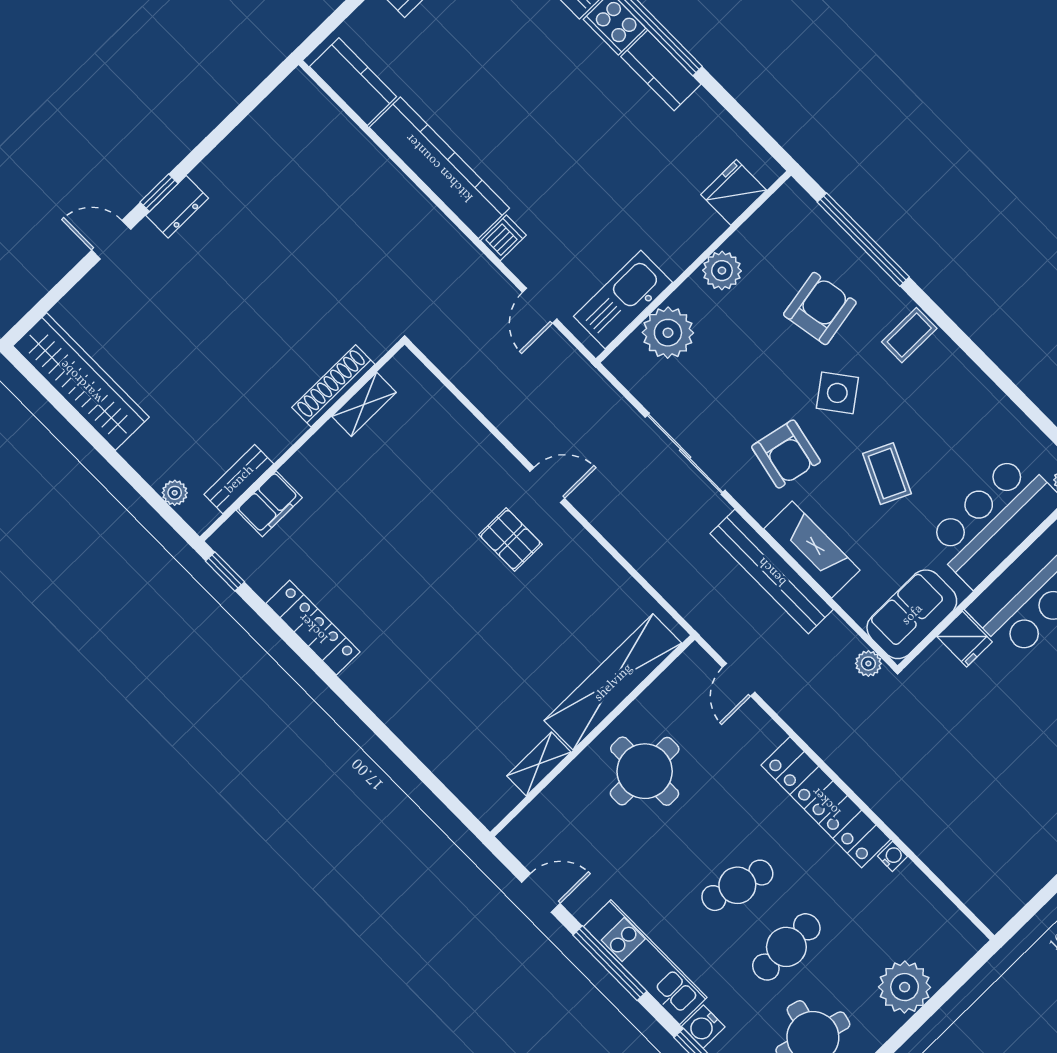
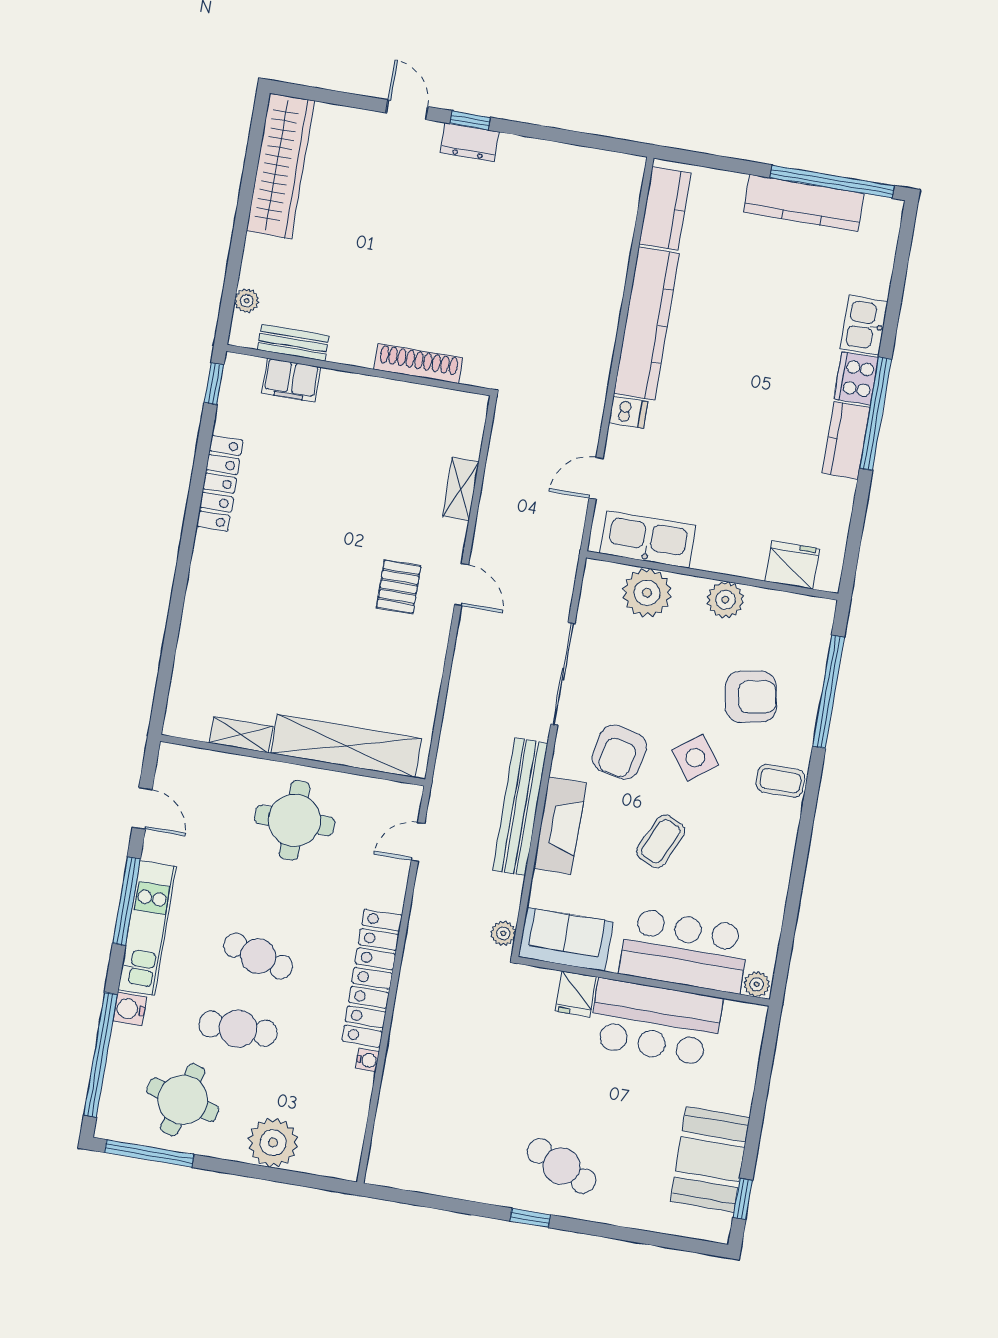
shelving: (364, 404) -> (461, 489), moved, turned 90

